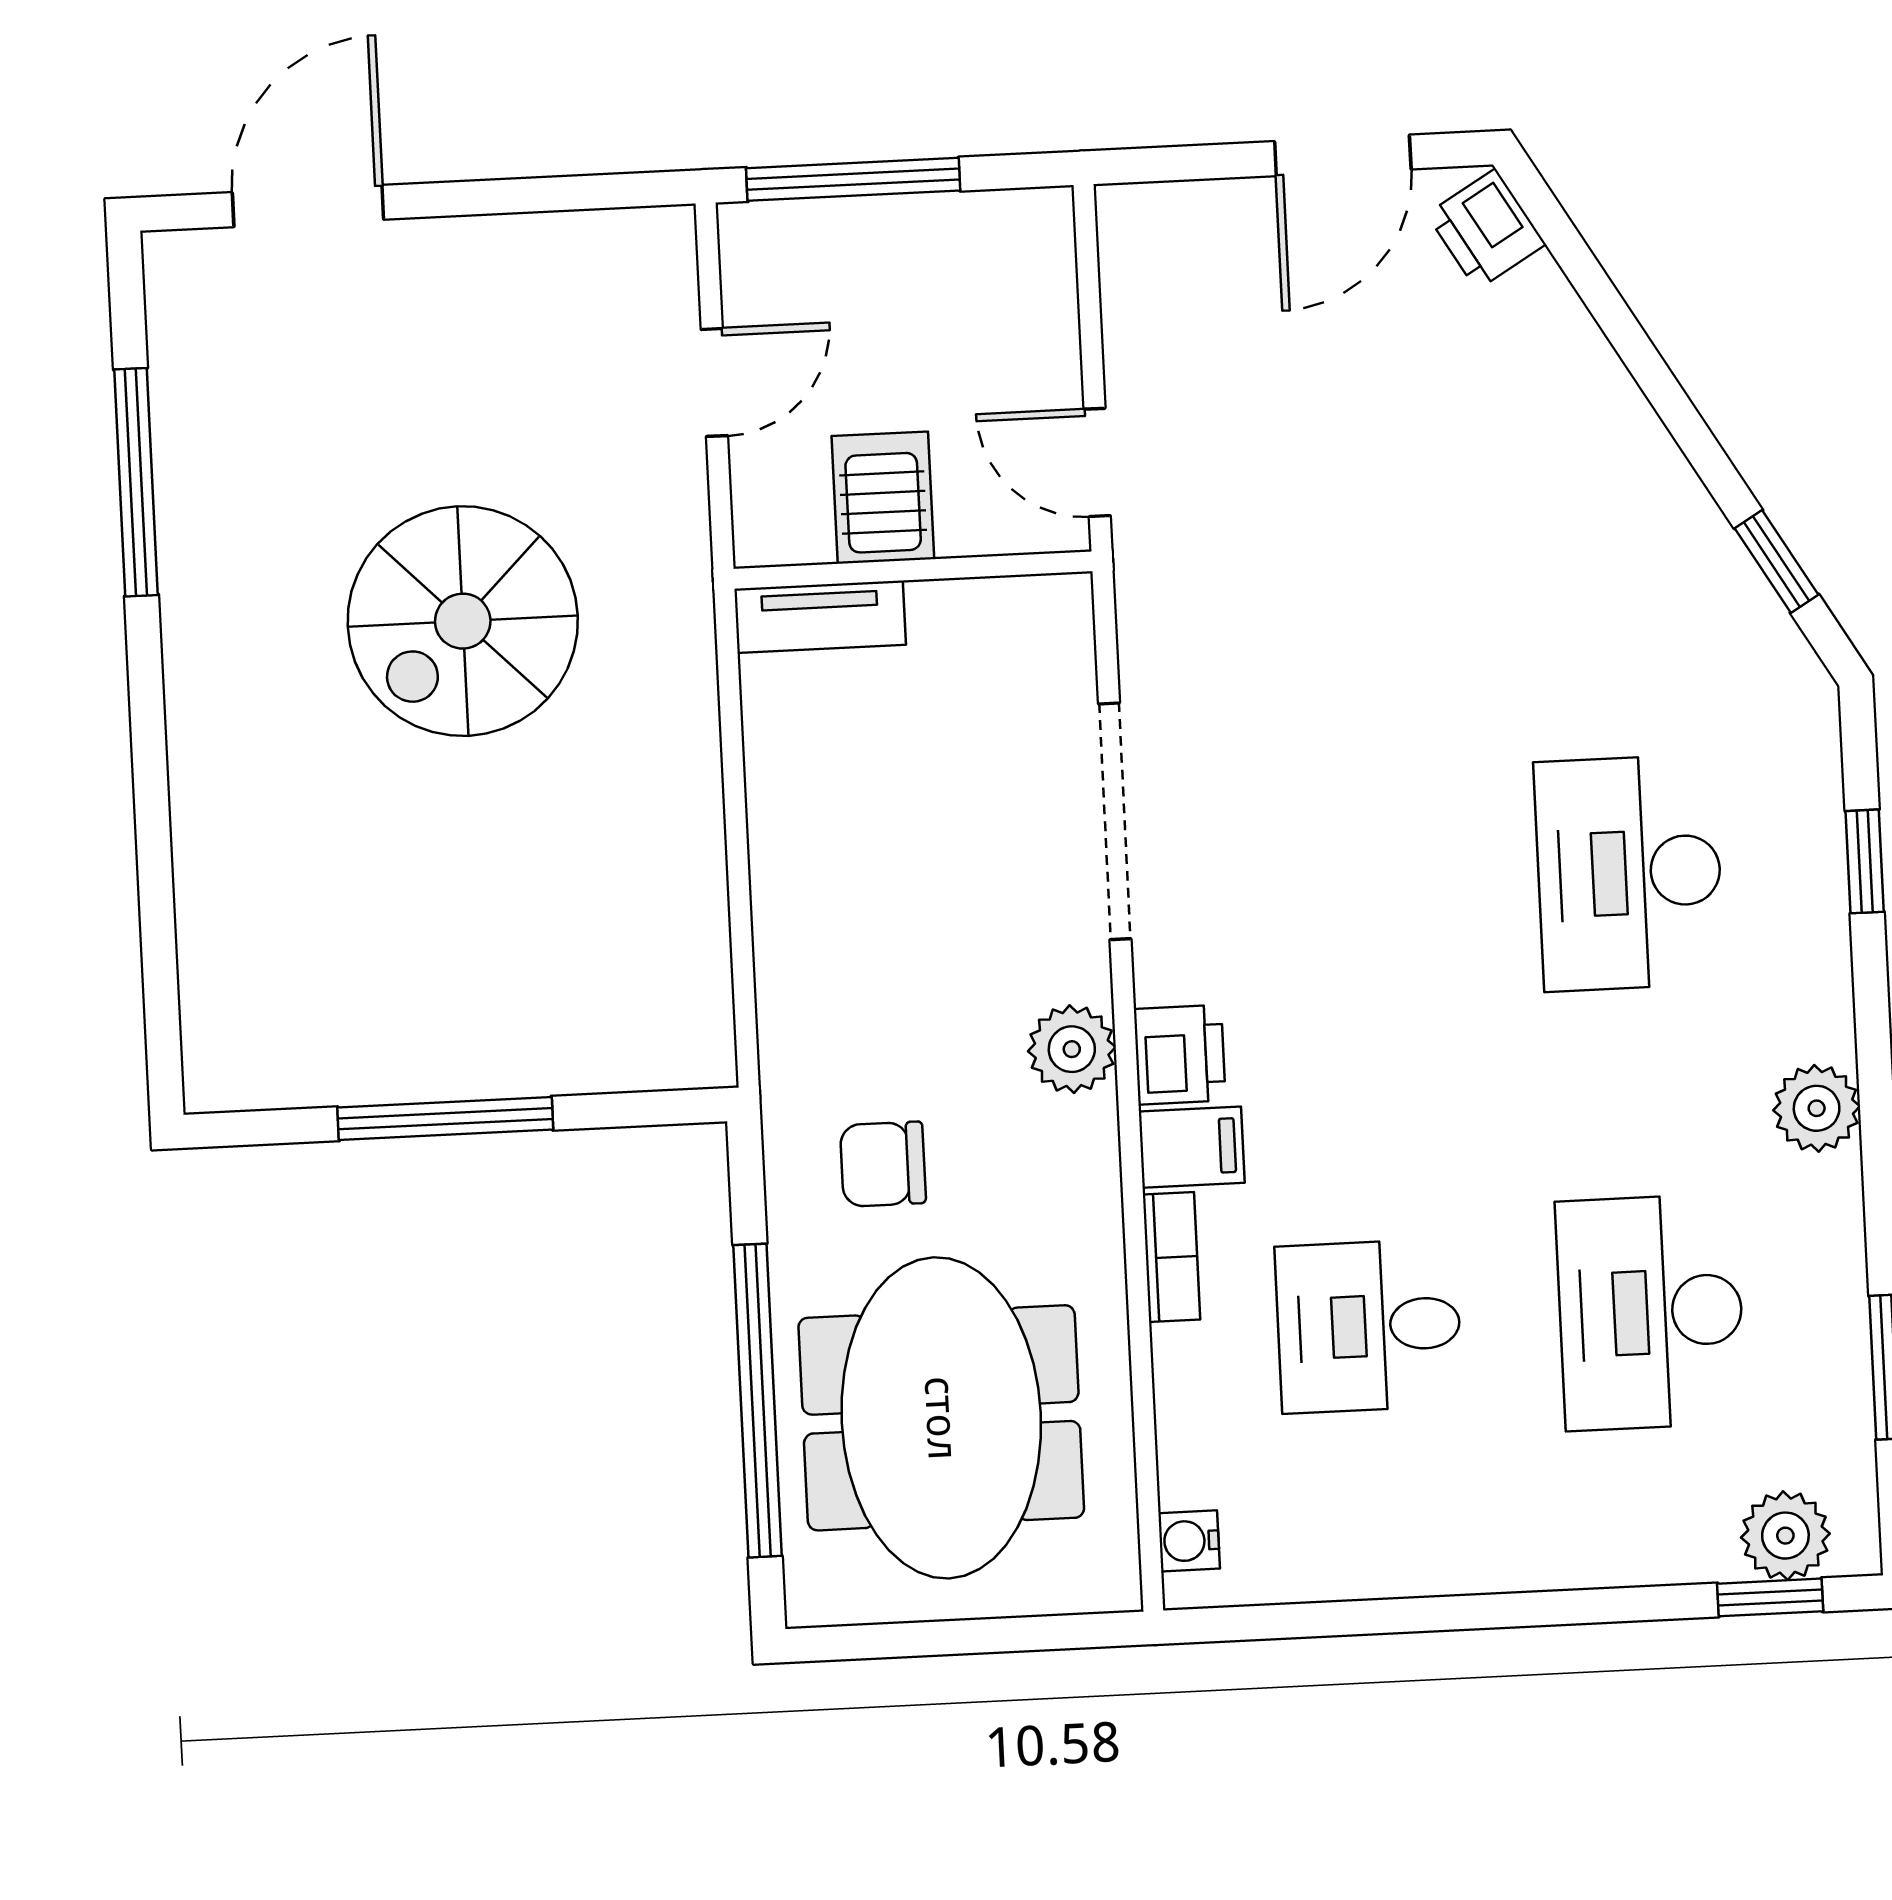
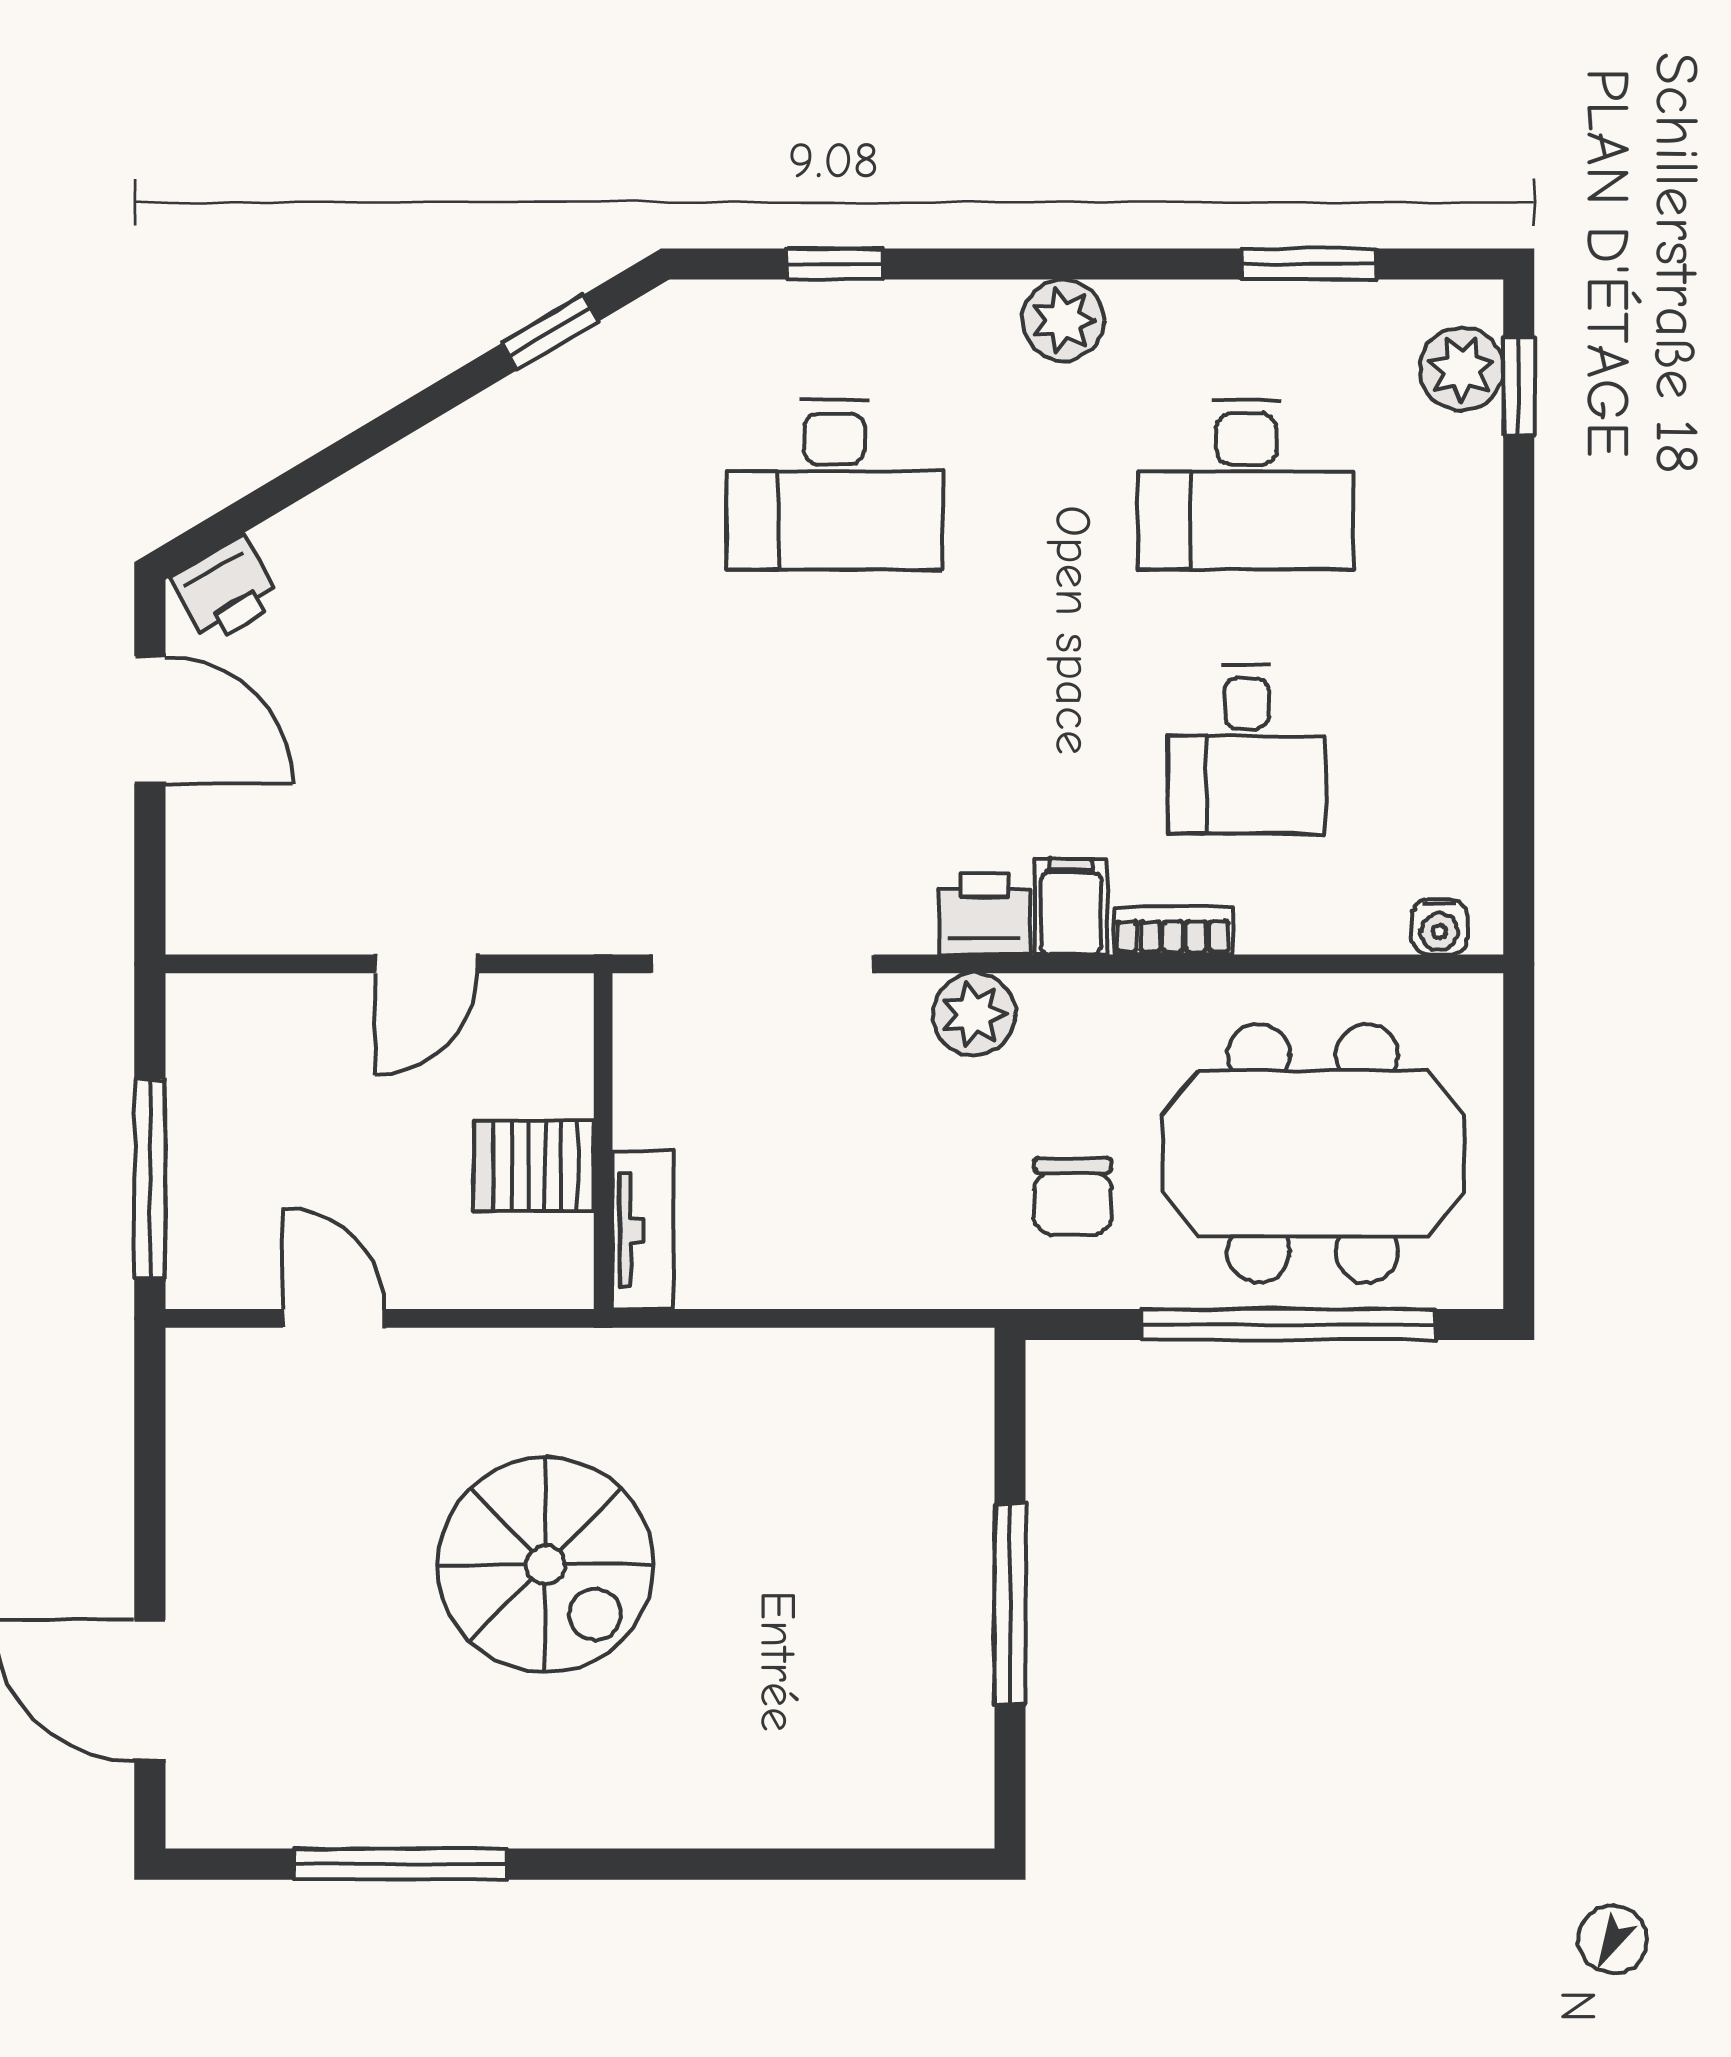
server rack: (883, 498) -> (534, 1166), moved
wall: (913, 570) -> (603, 1141), moved
tv unit: (820, 617) -> (643, 1230), moved

